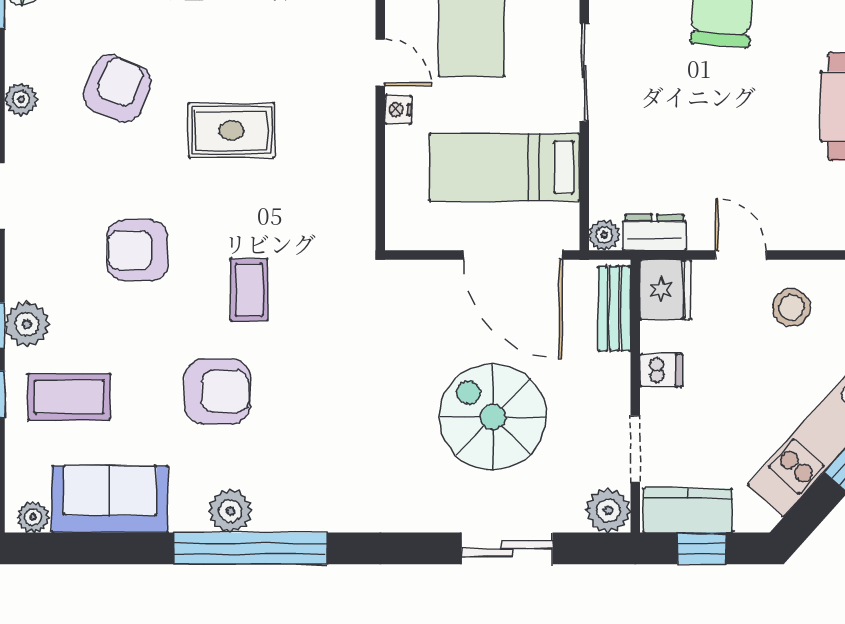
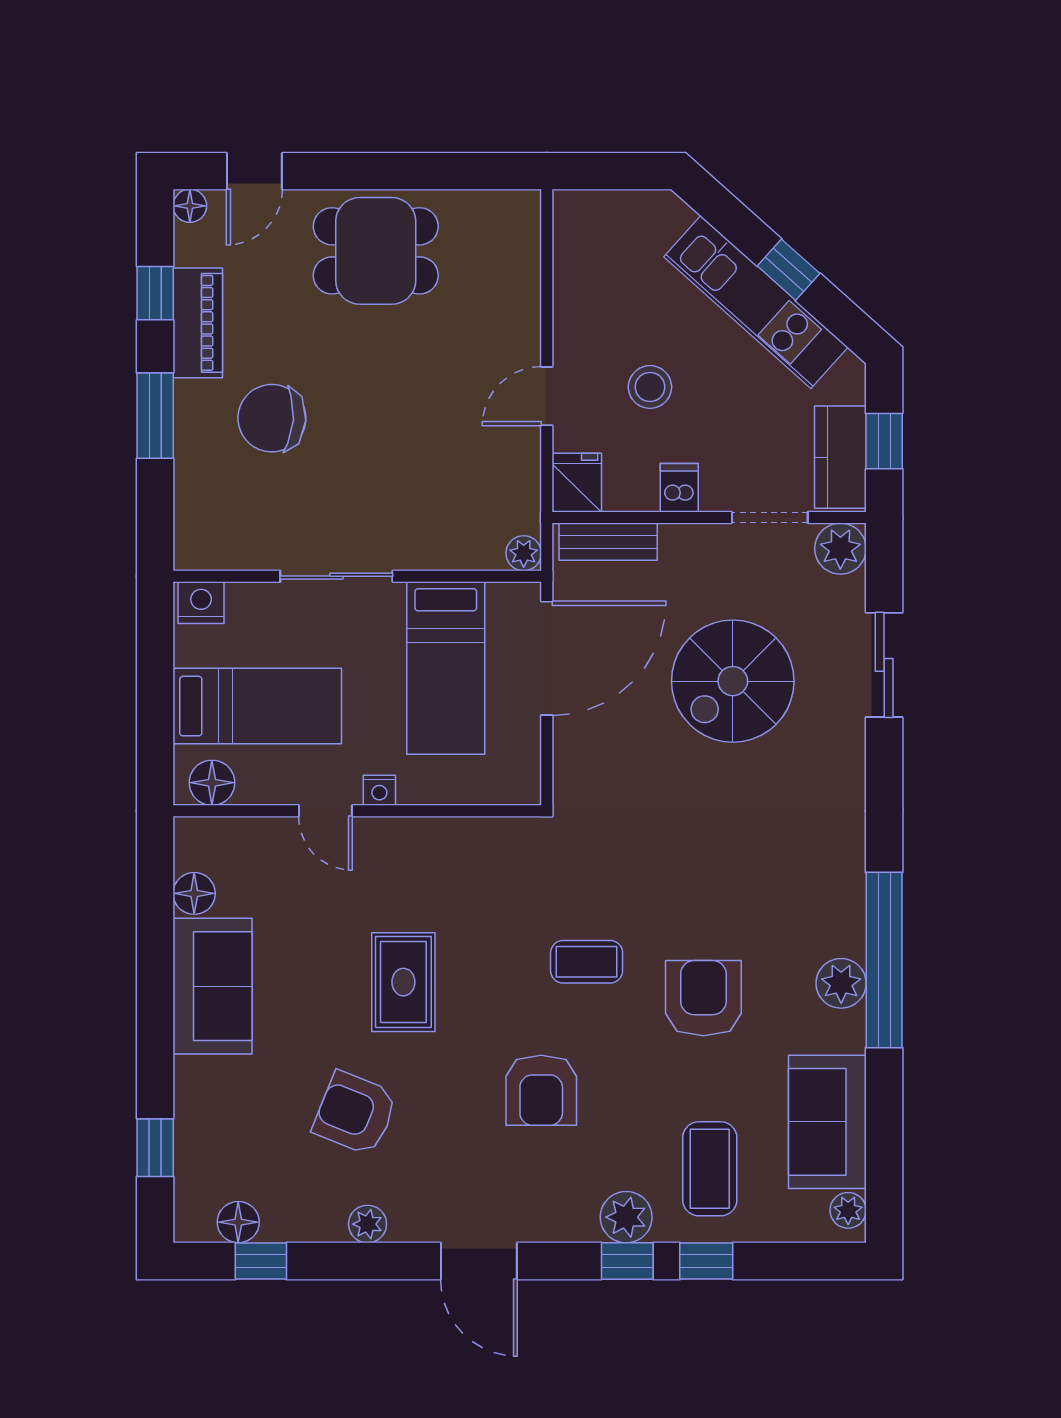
door: (380, 63) -> (325, 811), swing flipped
dresser: (654, 232) -> (521, 496), removed
fridge: (666, 289) -> (577, 483), width x0.72
stool: (791, 307) -> (650, 387), moved

